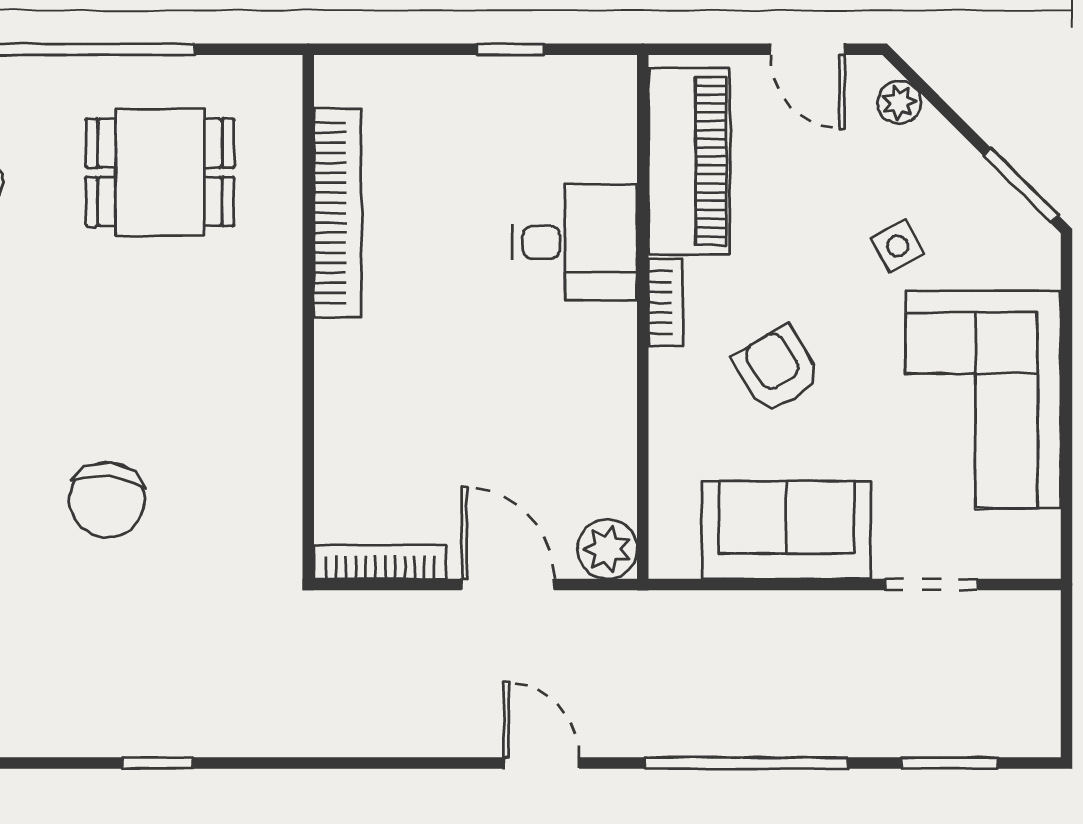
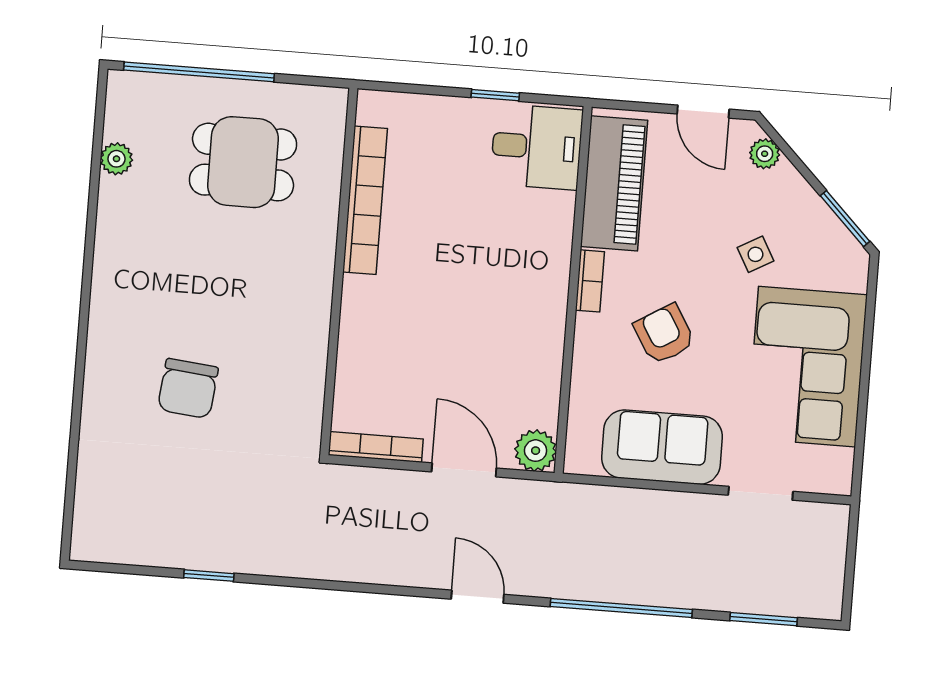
desk: (575, 242) -> (537, 147), moved

